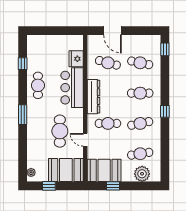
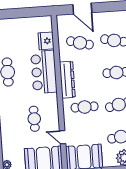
cafe table: (60, 131) -> (34, 119), width x0.73, depth x0.74
door: (85, 140) -> (63, 137), moved

